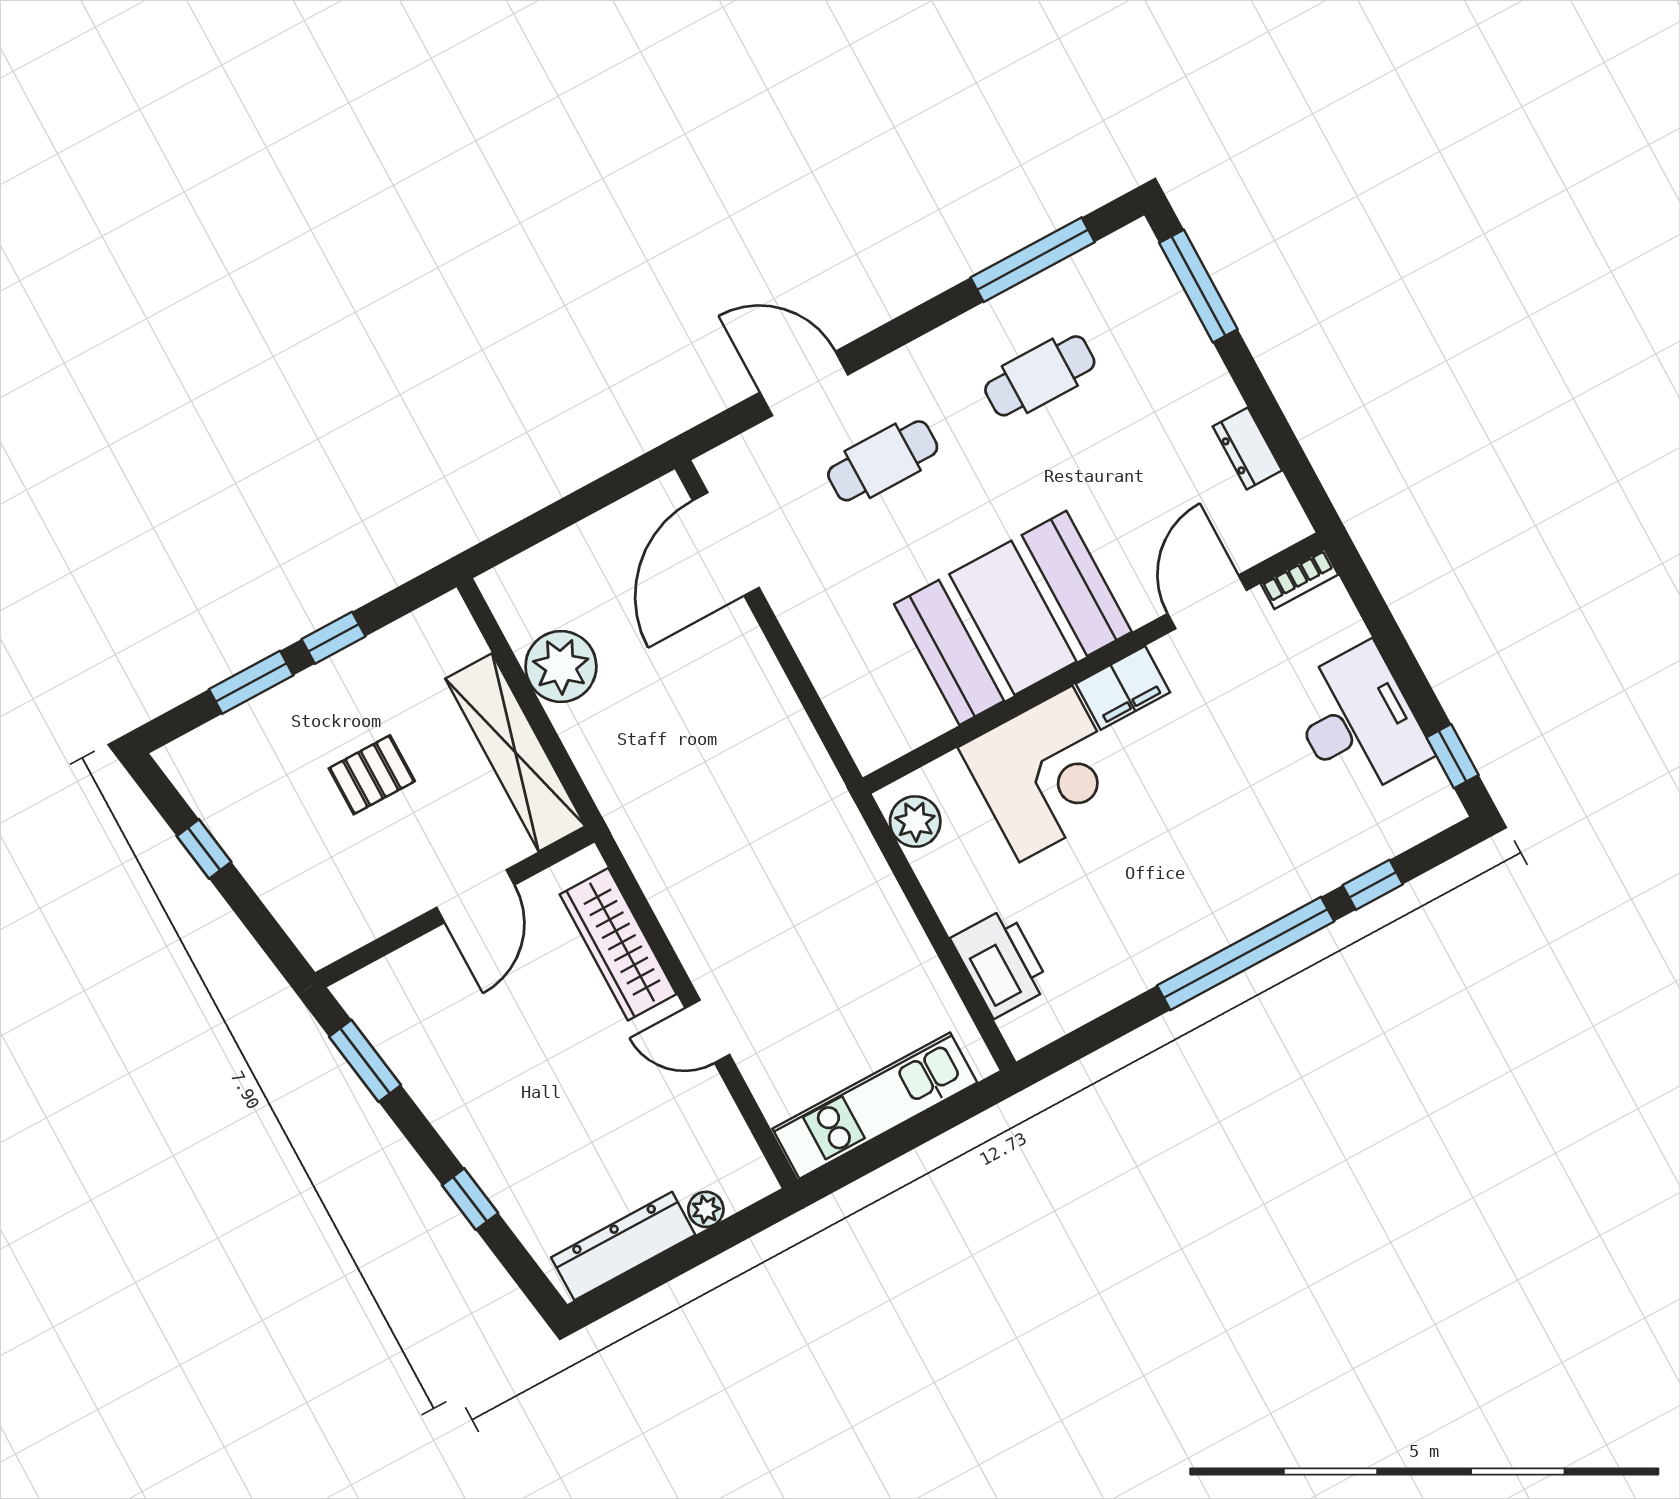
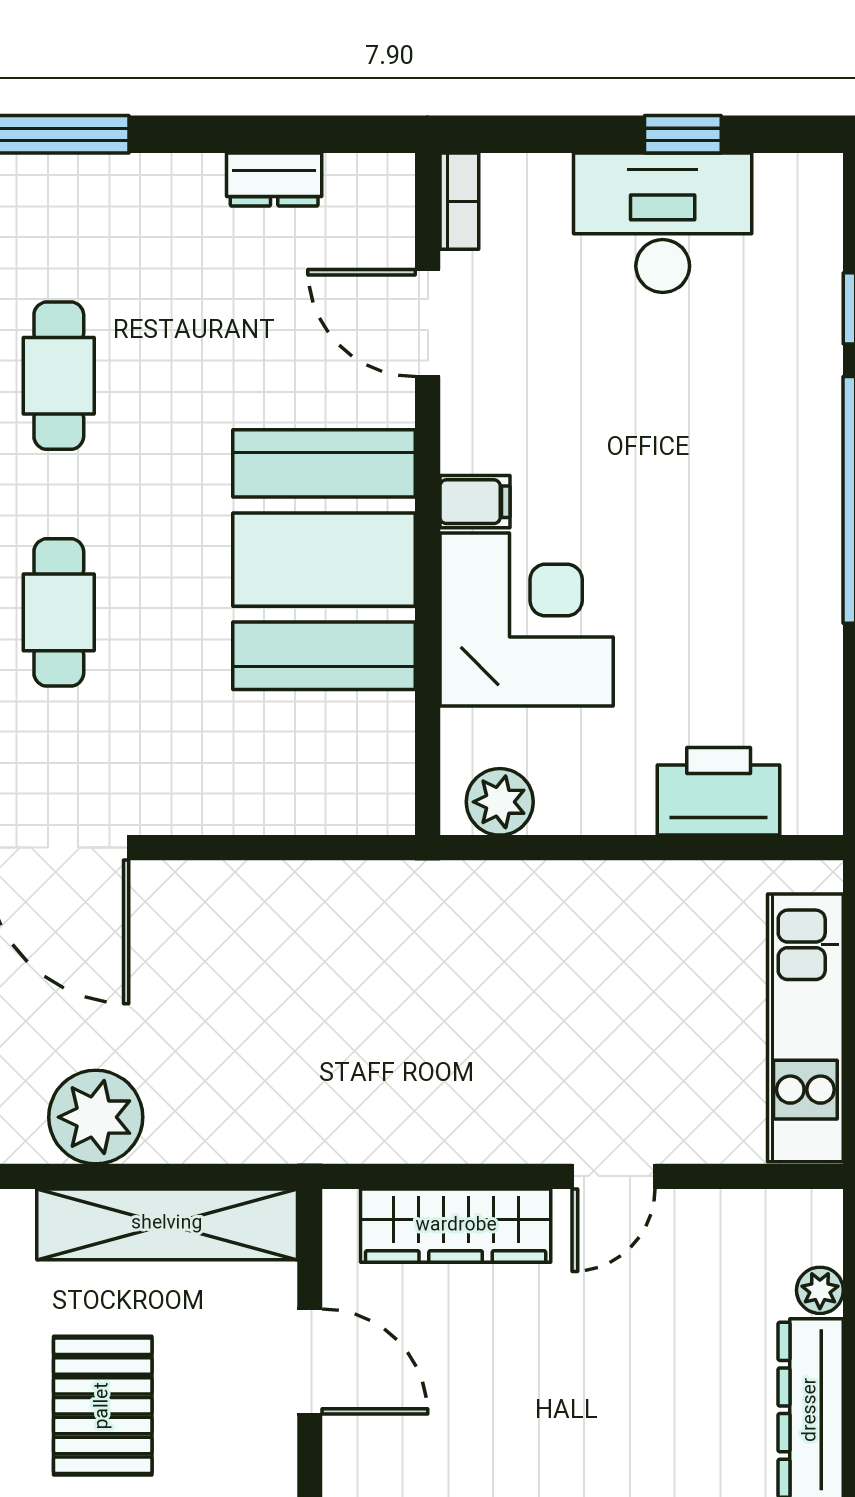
filing cabinet: (1123, 688) -> (475, 502), width x0.50
window: (1453, 756) -> (683, 134), moved
pallet: (372, 775) -> (103, 1406), width x1.50, depth x1.42

